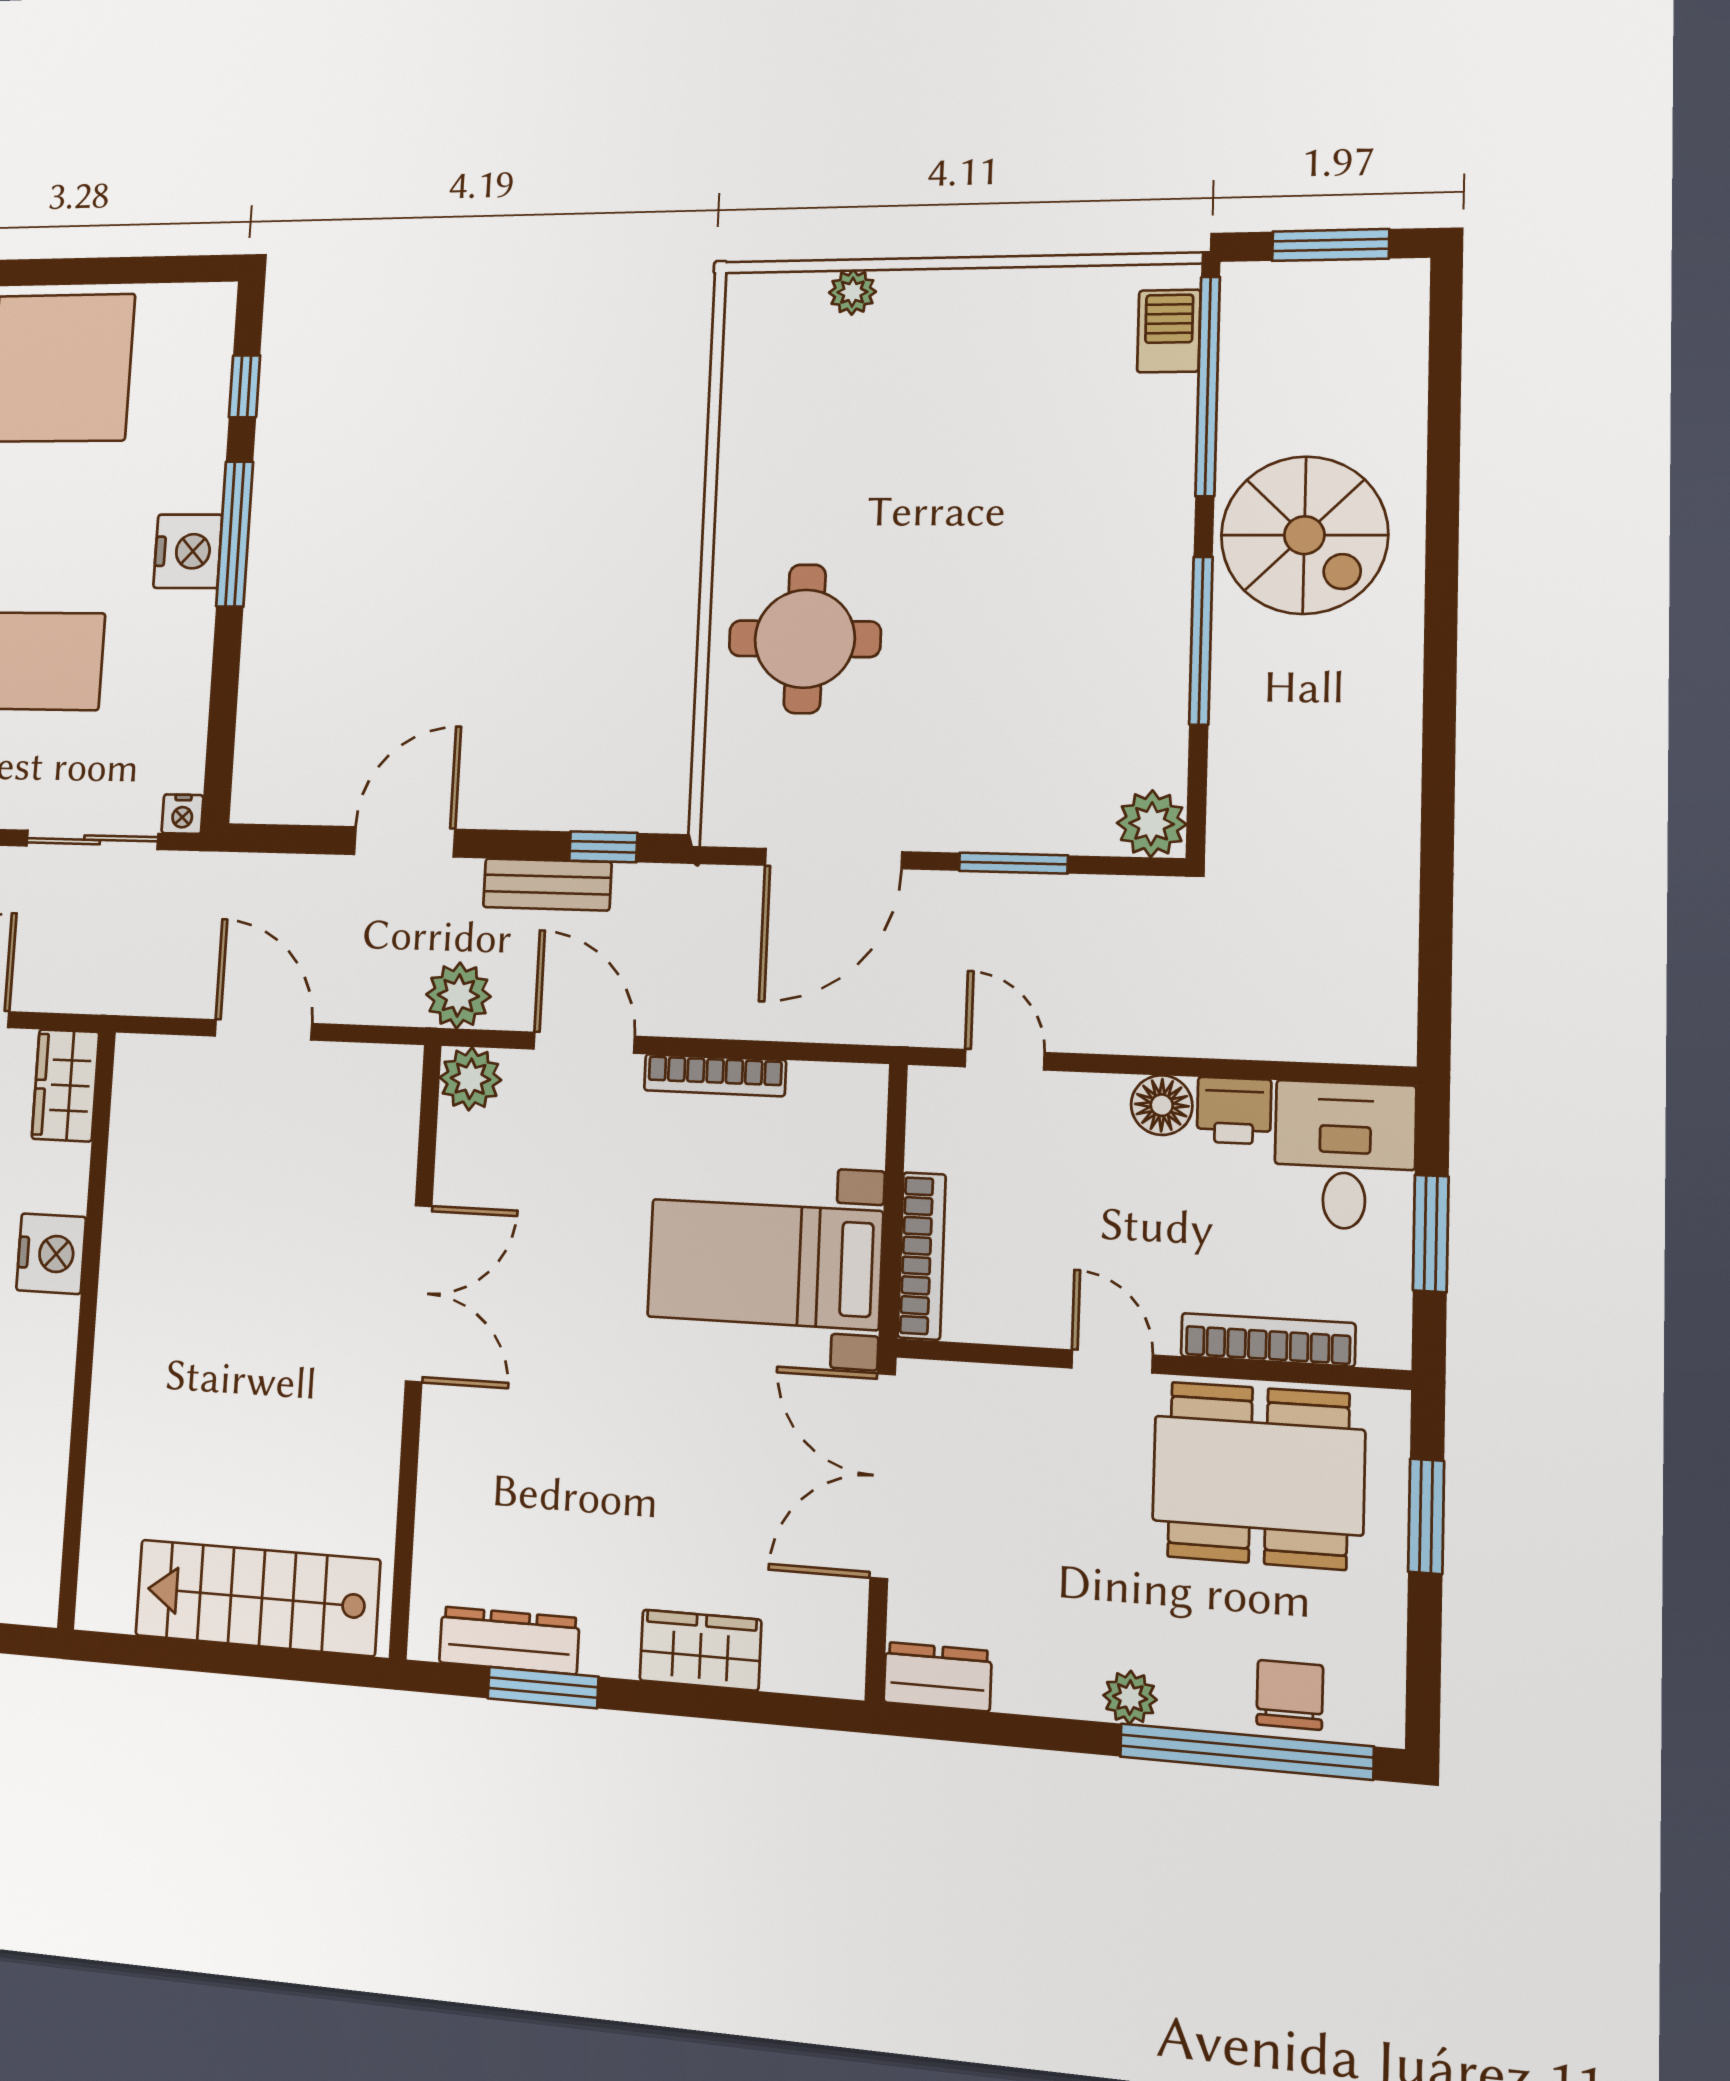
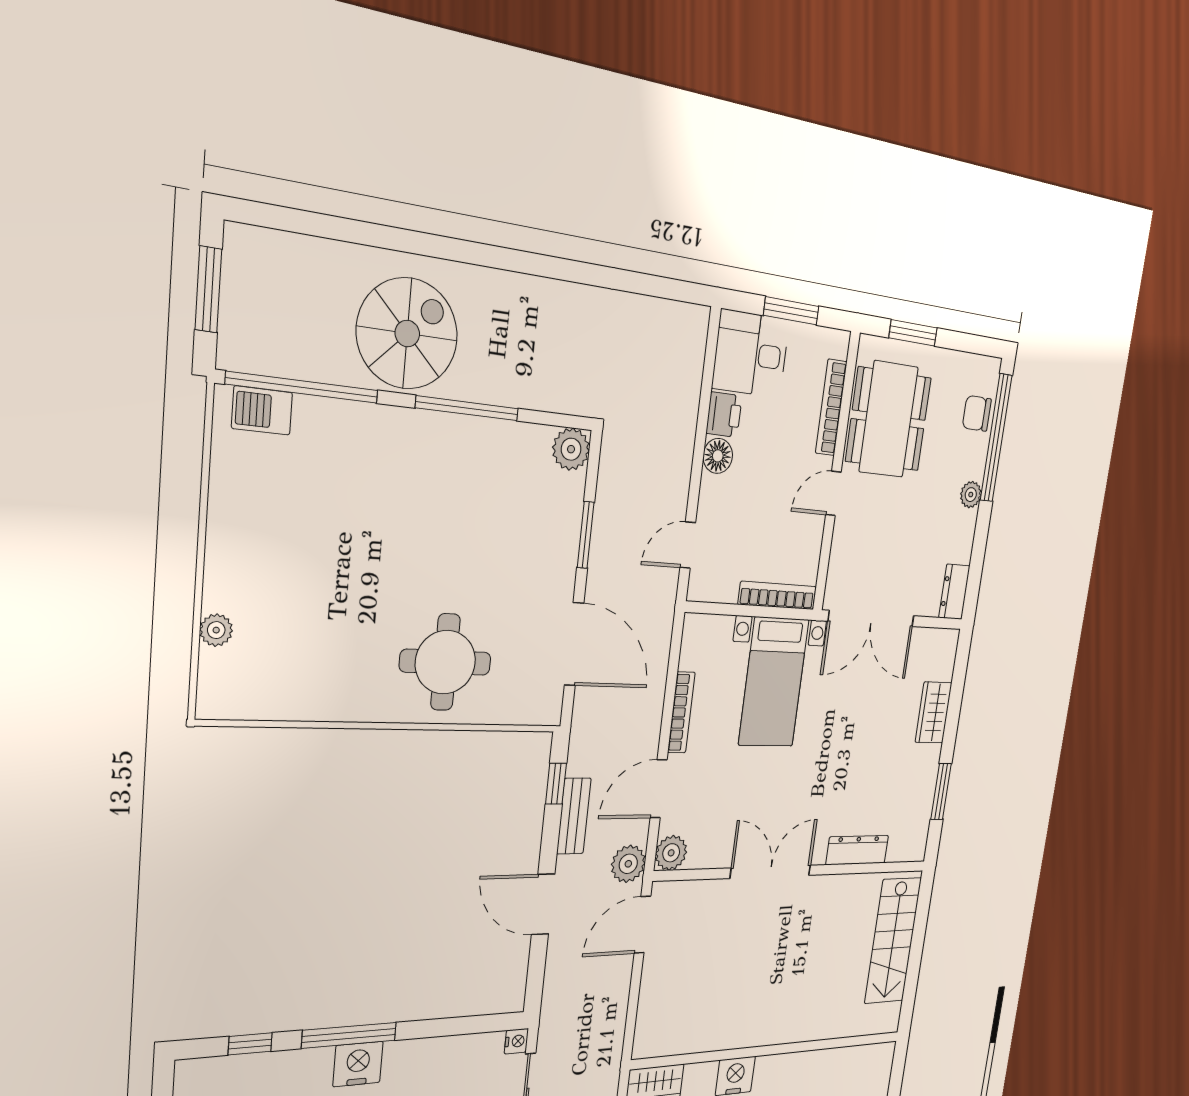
door: (263, 1030) -> (642, 925), moved
dresser: (509, 1640) -> (857, 850), moved, turned 90

